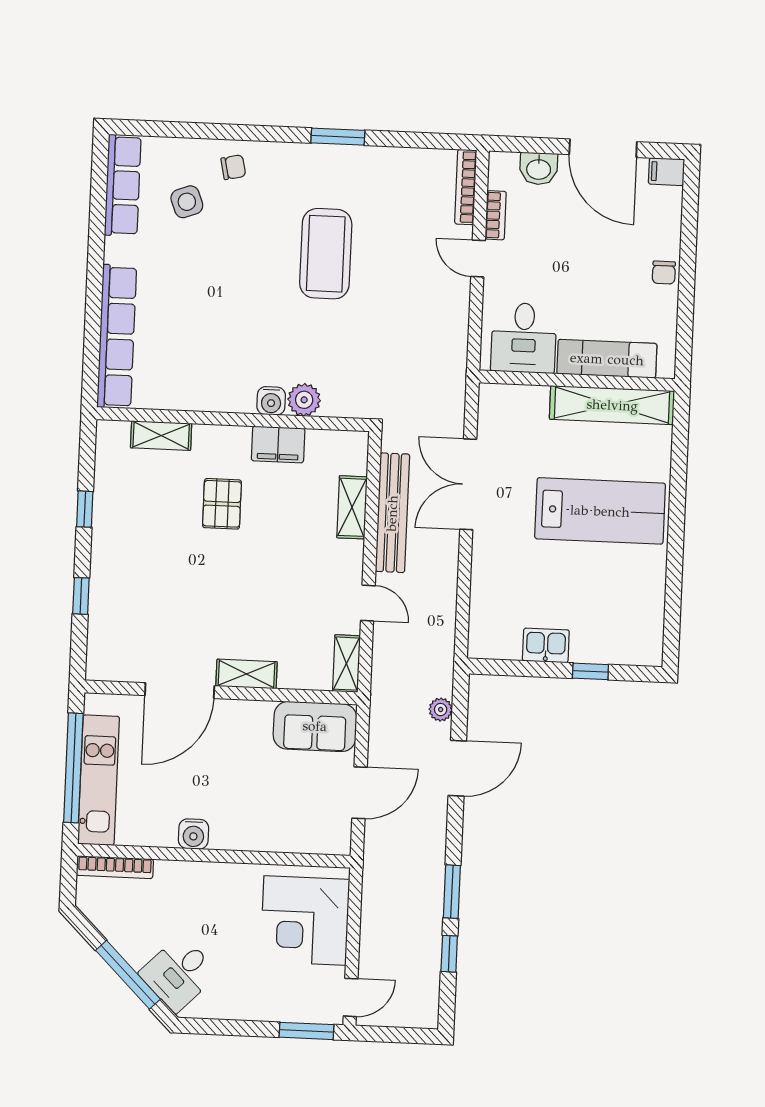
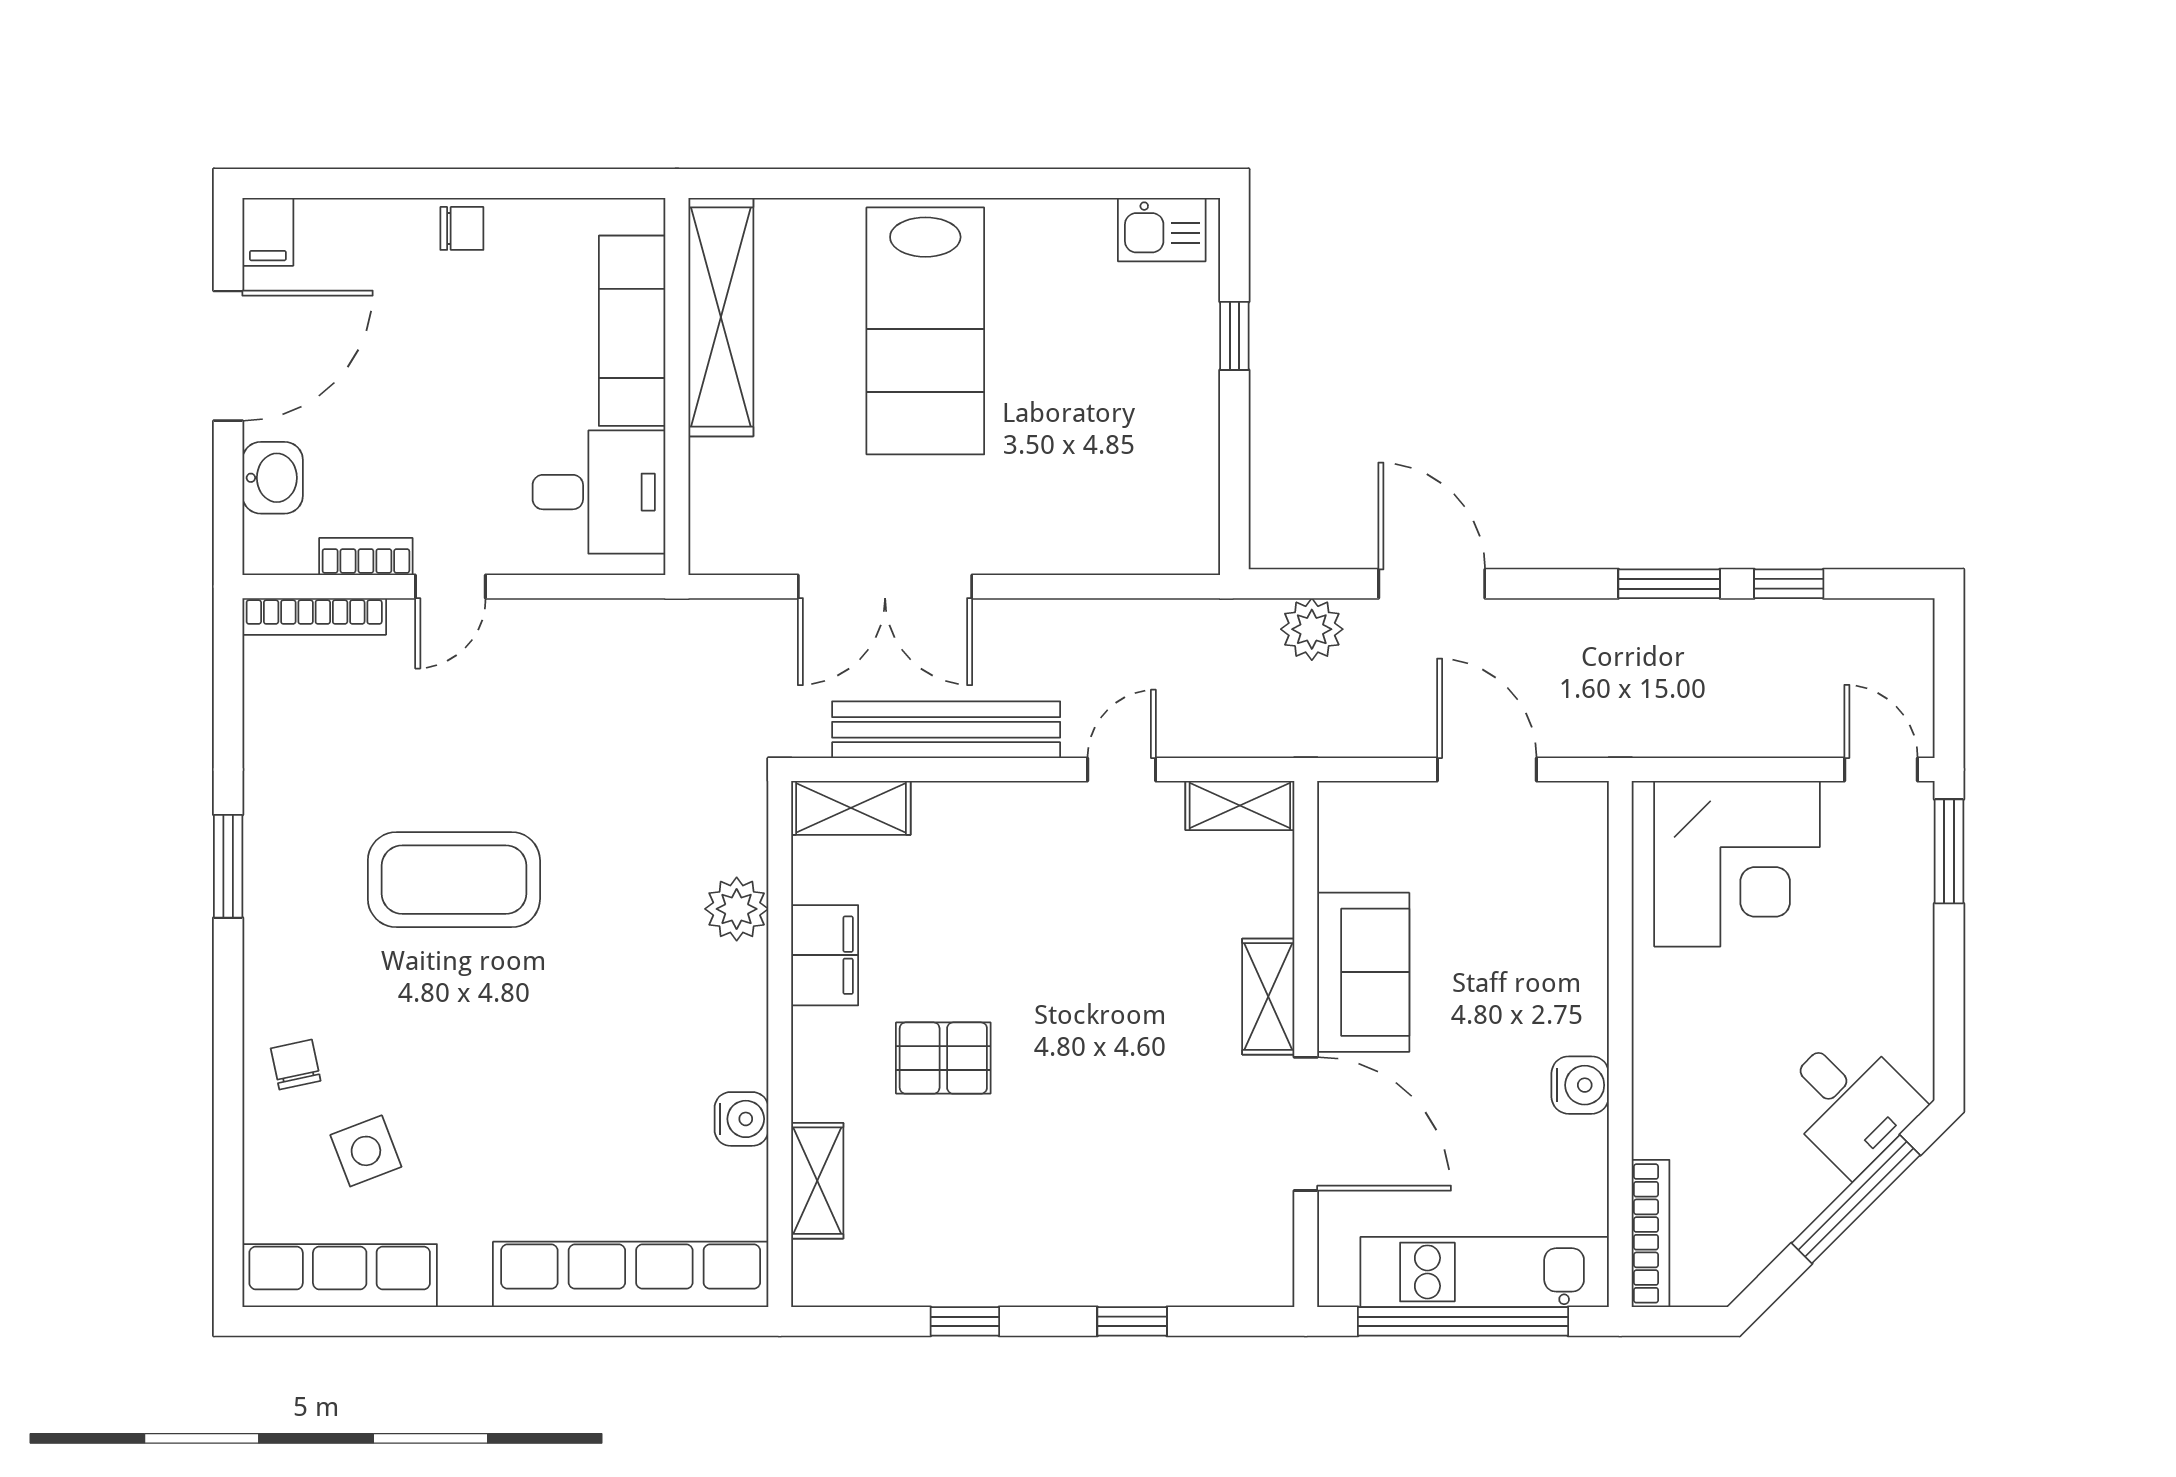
water cooler: (271, 401) -> (741, 1119), moved
shelving: (352, 507) -> (851, 808), moved
lab bench: (600, 511) -> (925, 331), turned 180
kitchen sink: (546, 645) -> (1162, 230), moved, turned -90
plant: (441, 710) -> (1312, 629), width x1.38, depth x1.38
sofa: (315, 726) -> (1363, 972), moved

